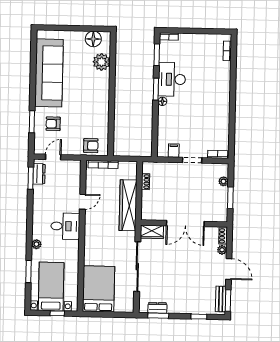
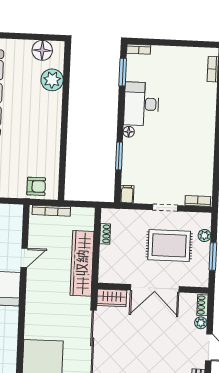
window: (156, 89) -> (119, 156), moved
filing cabinet: (174, 150) -> (127, 194), moved
rug: (196, 190) -> (169, 245), added

